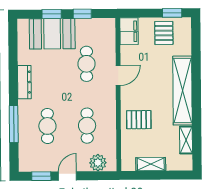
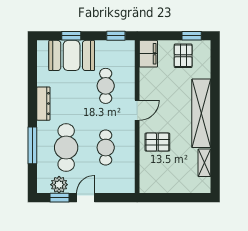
window: (82, 14) -> (116, 36), moved
door: (118, 75) -> (137, 110), moved
cafe table: (47, 126) -> (66, 148), width x1.37, depth x1.35
plant: (98, 163) -> (59, 185), moved
shelving: (151, 164) -> (169, 187), removed

